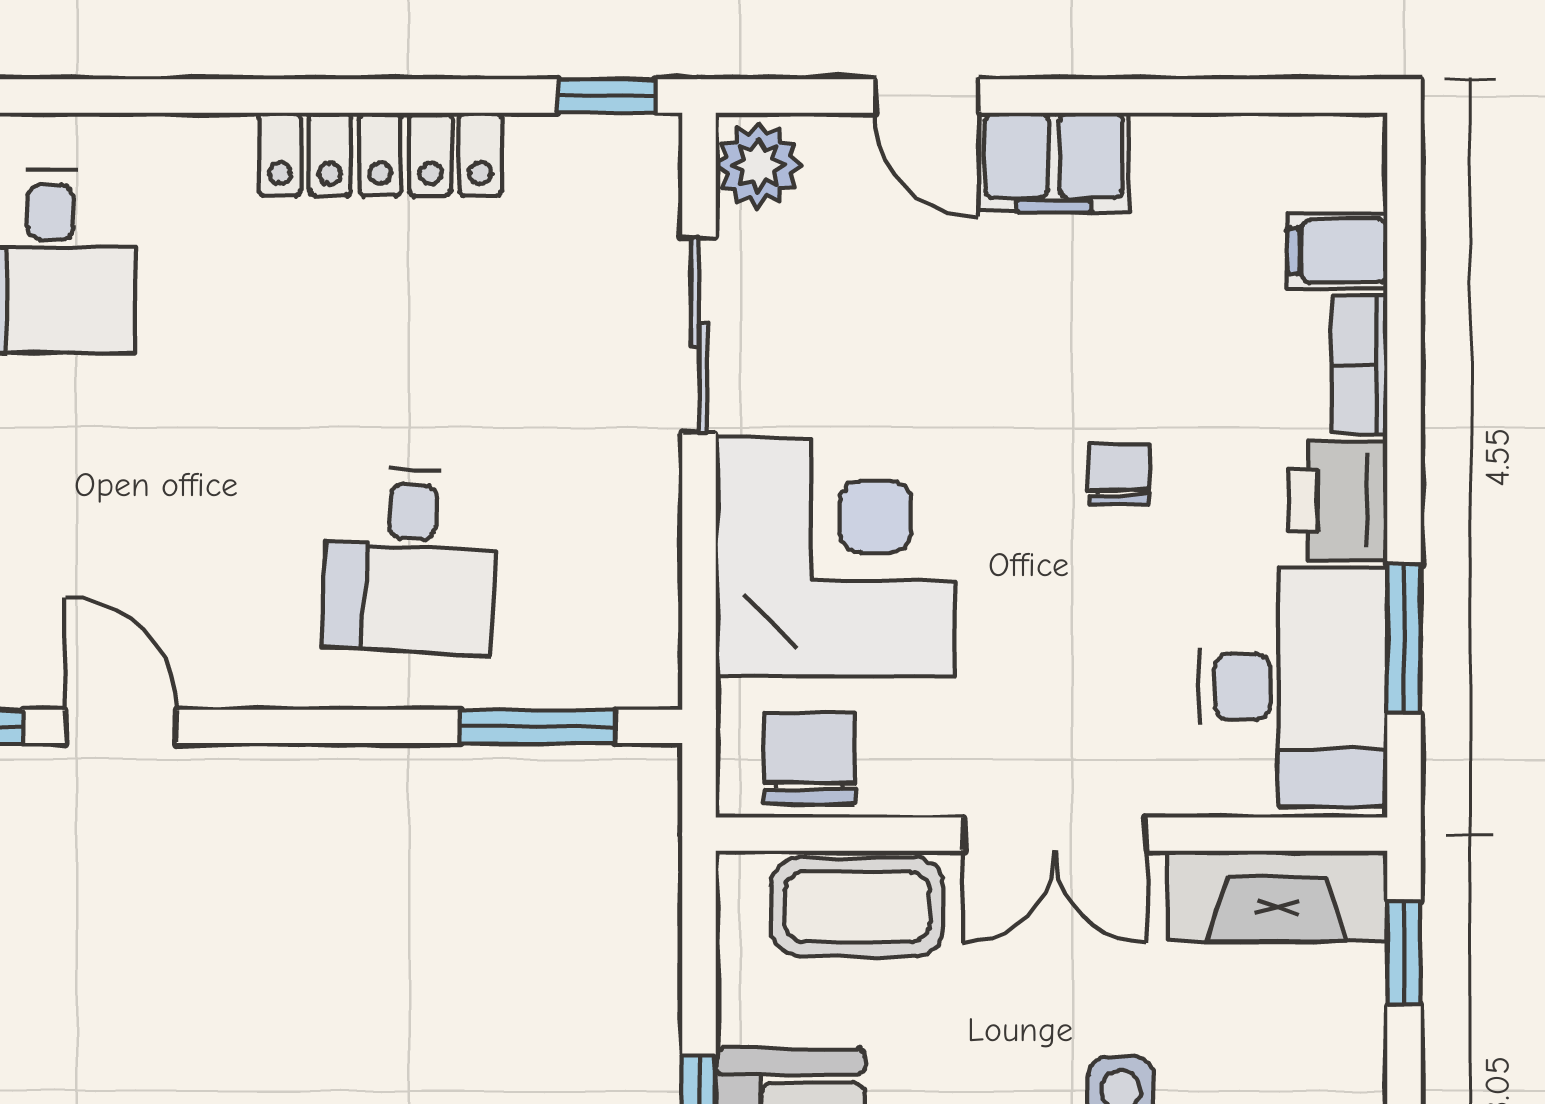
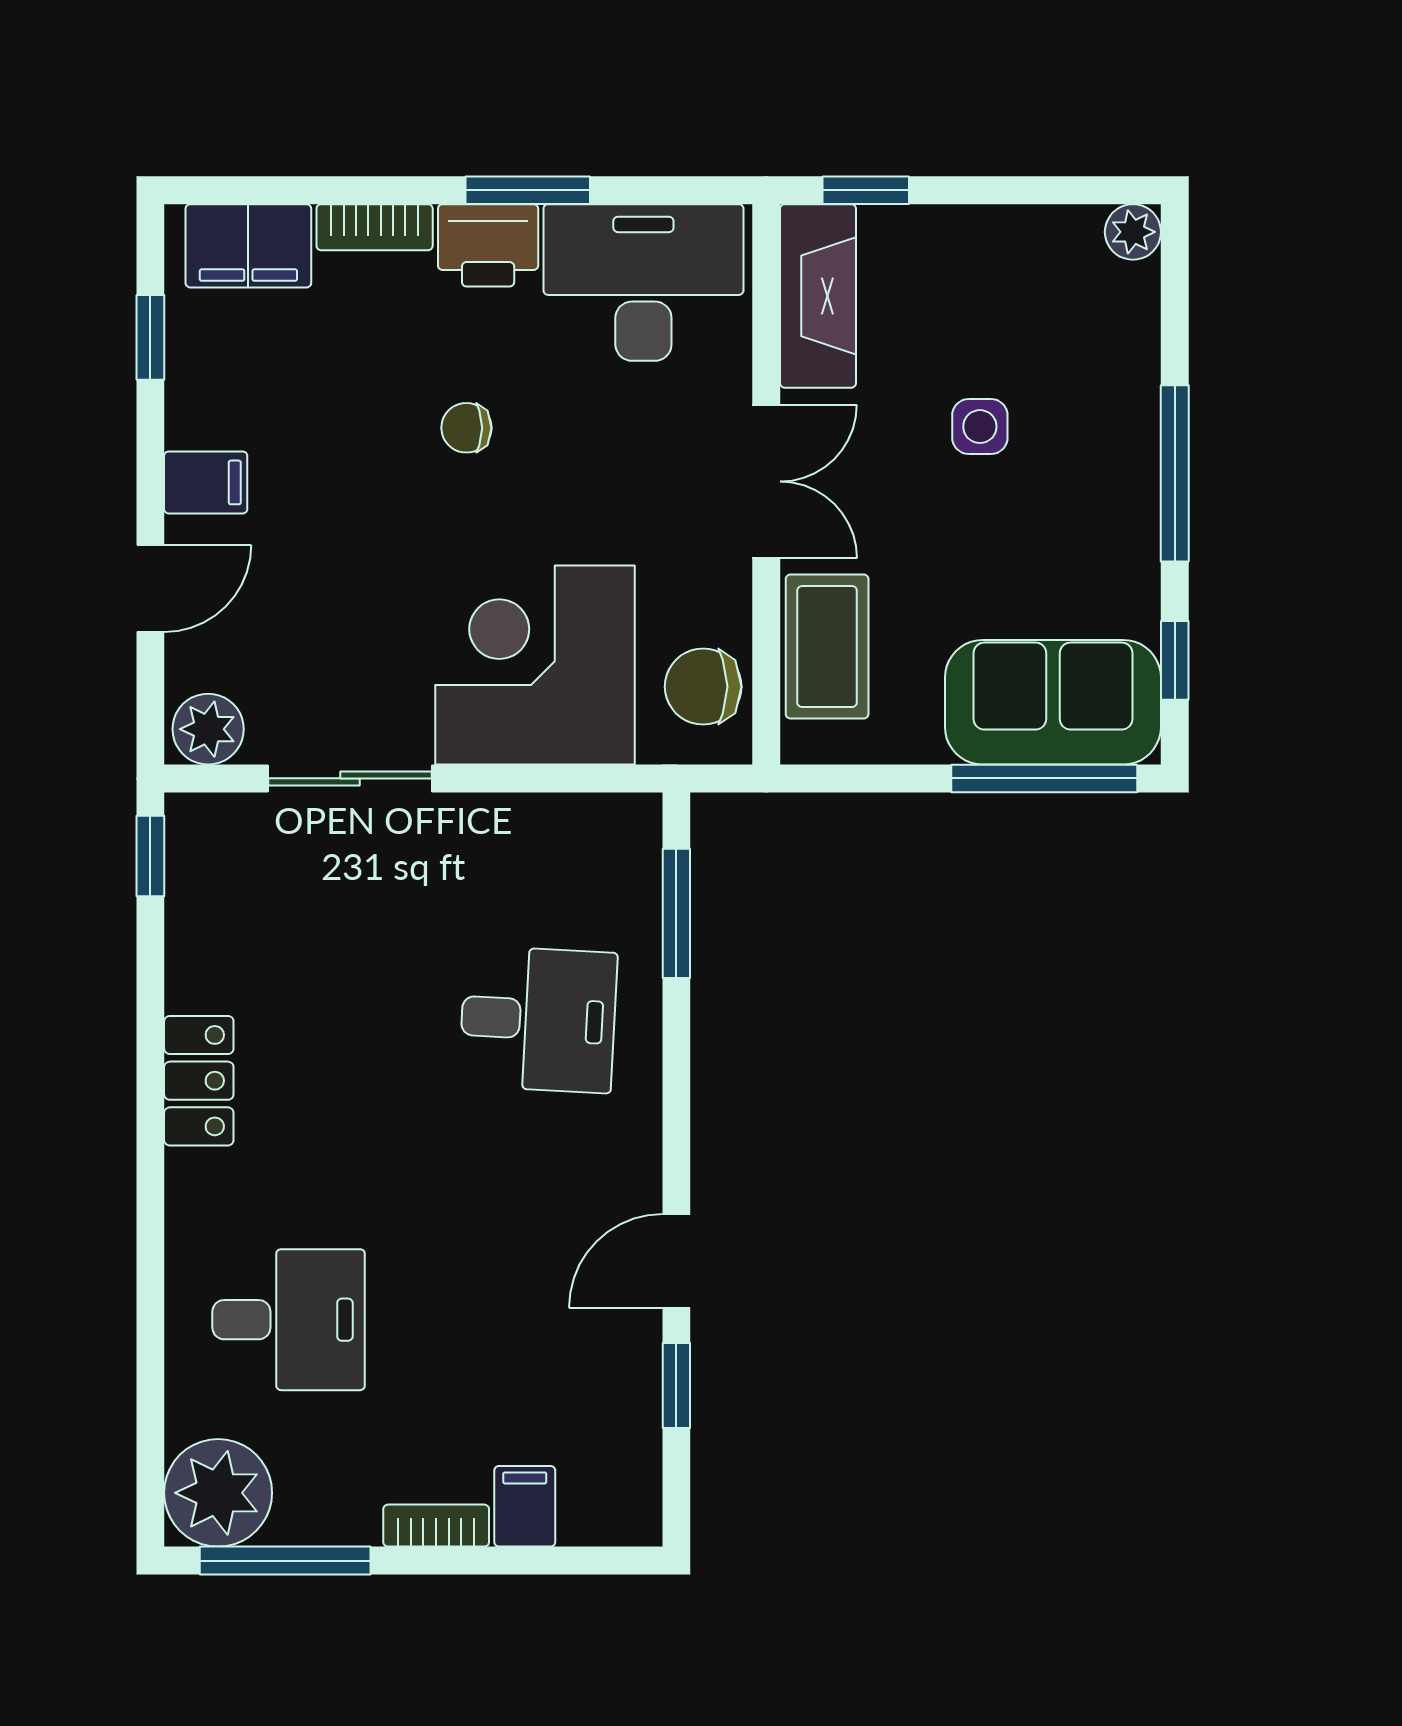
window: (1228, 96) -> (150, 337), added
locker: (380, 154) -> (199, 1081), width x0.66
filing cabinet: (1054, 162) -> (206, 482), width x0.50
filing cabinet: (1337, 251) -> (248, 246), width x2.00
window: (1404, 639) -> (528, 190), moved

